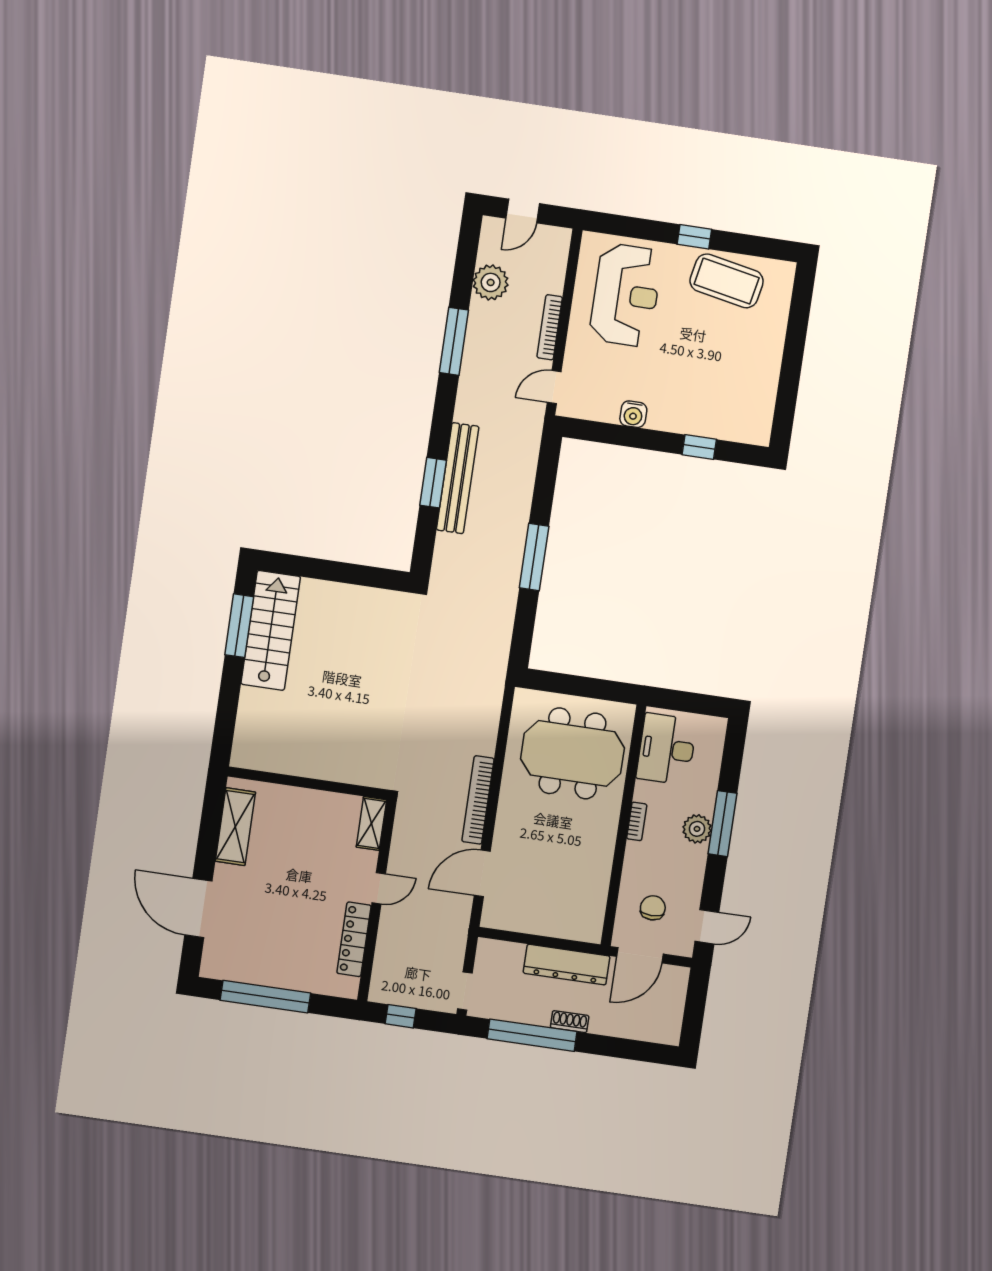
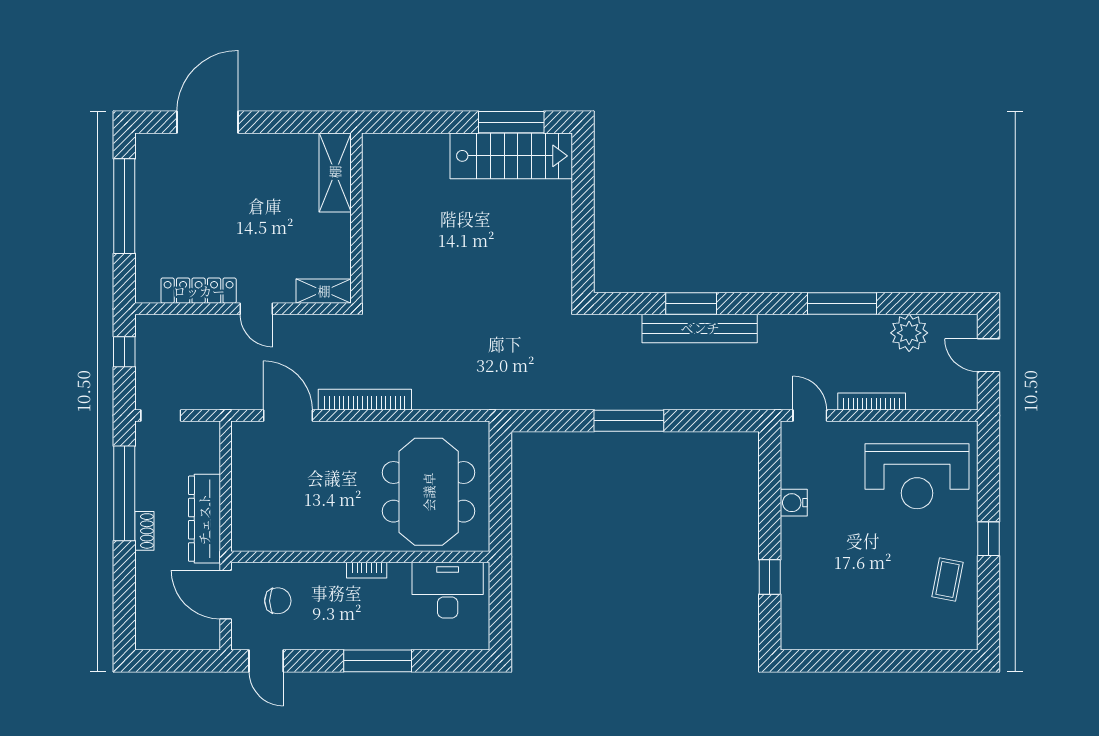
coffee table: (727, 281) -> (947, 580), width x0.54, depth x0.58
shelving: (235, 827) -> (335, 172), moved, turned 90
plant: (697, 829) -> (368, 635), removed

